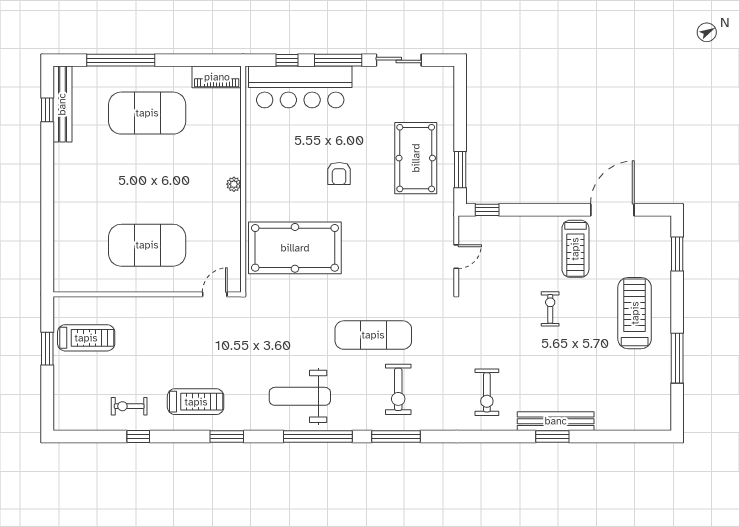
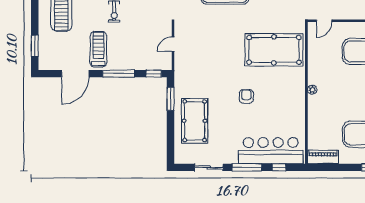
pool table: (416, 158) -> (195, 121), moved
window: (543, 210) -> (119, 74), added

